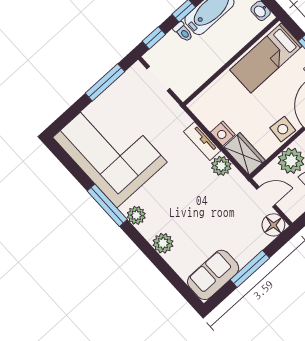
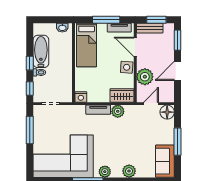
nightstand: (223, 134) -> (81, 97), moved

